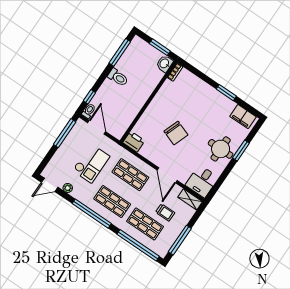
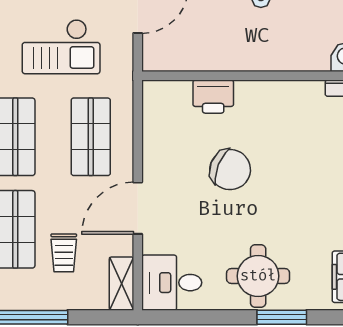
chair: (176, 133) -> (230, 170), turned -88
printer: (134, 142) -> (213, 97), moved, turned 90

